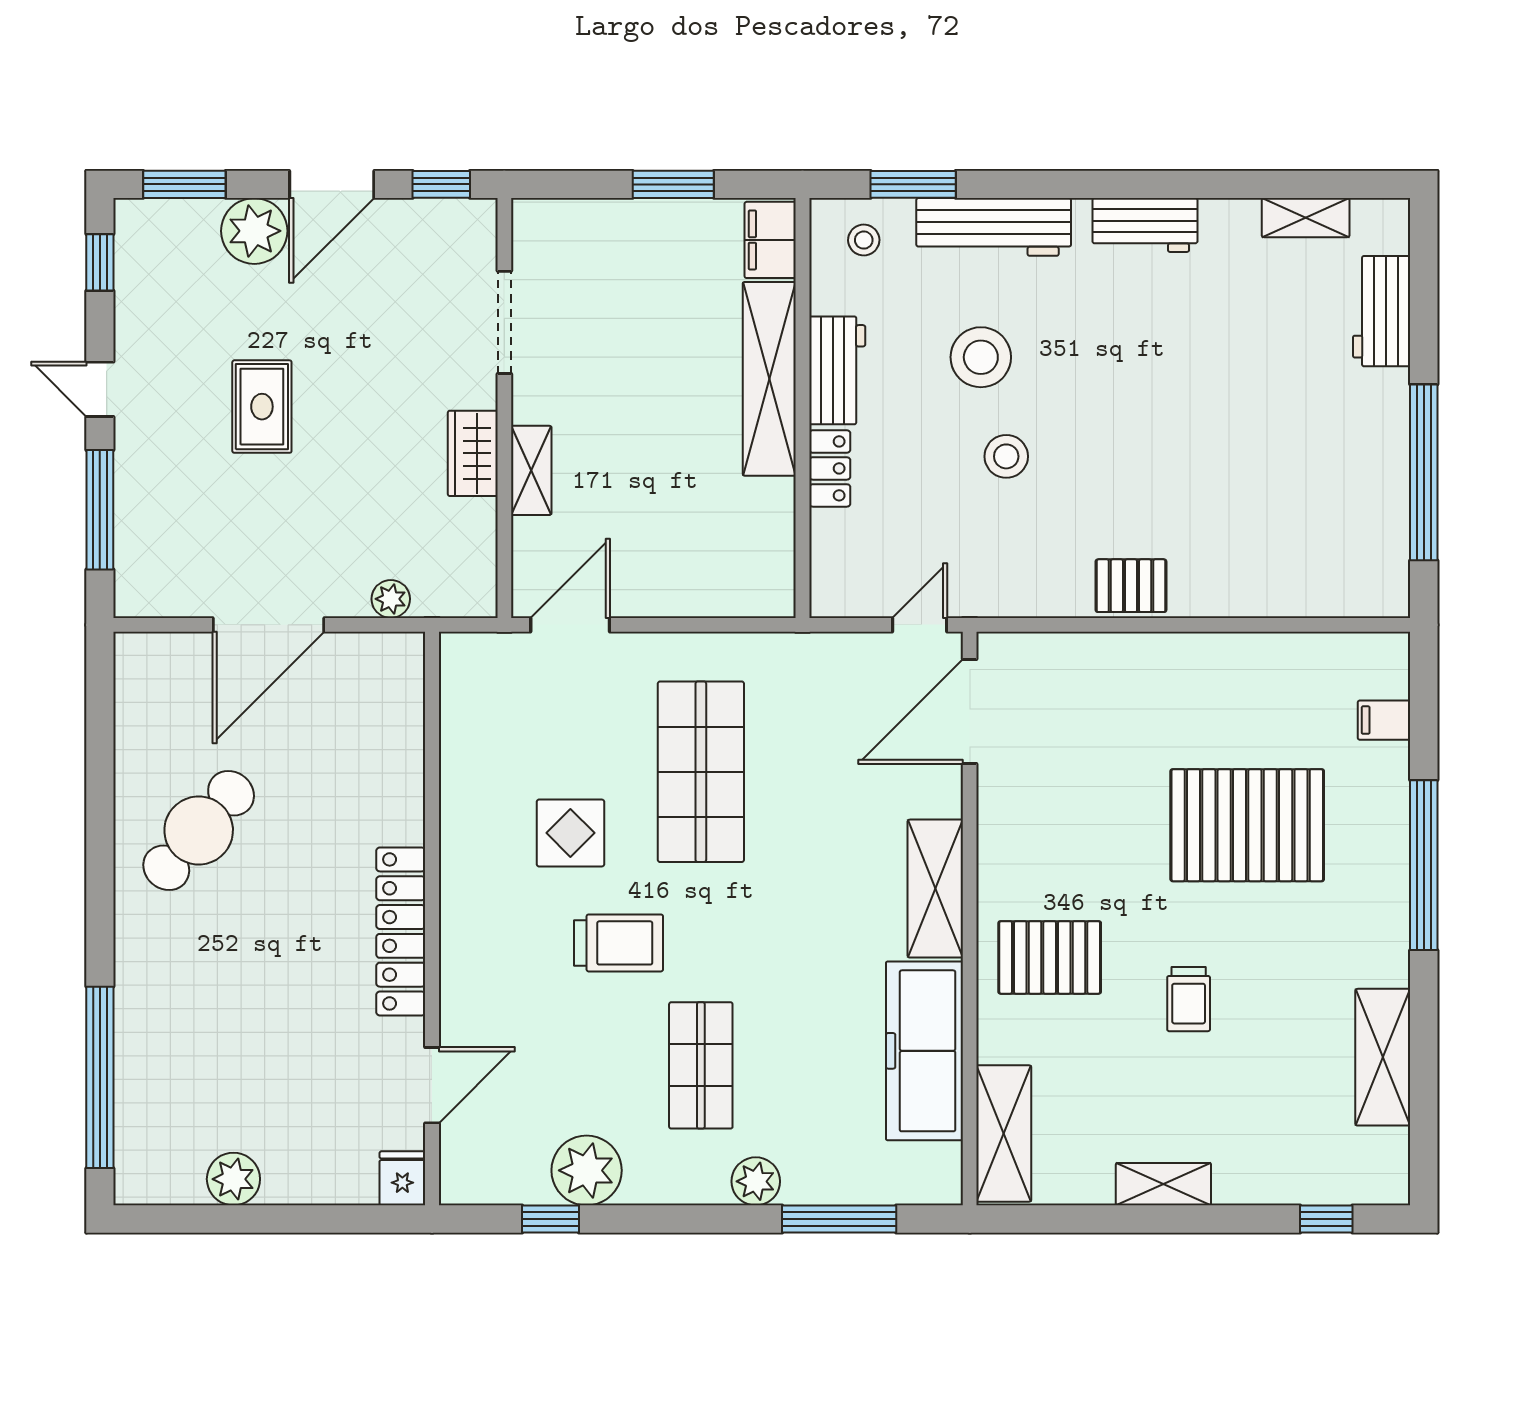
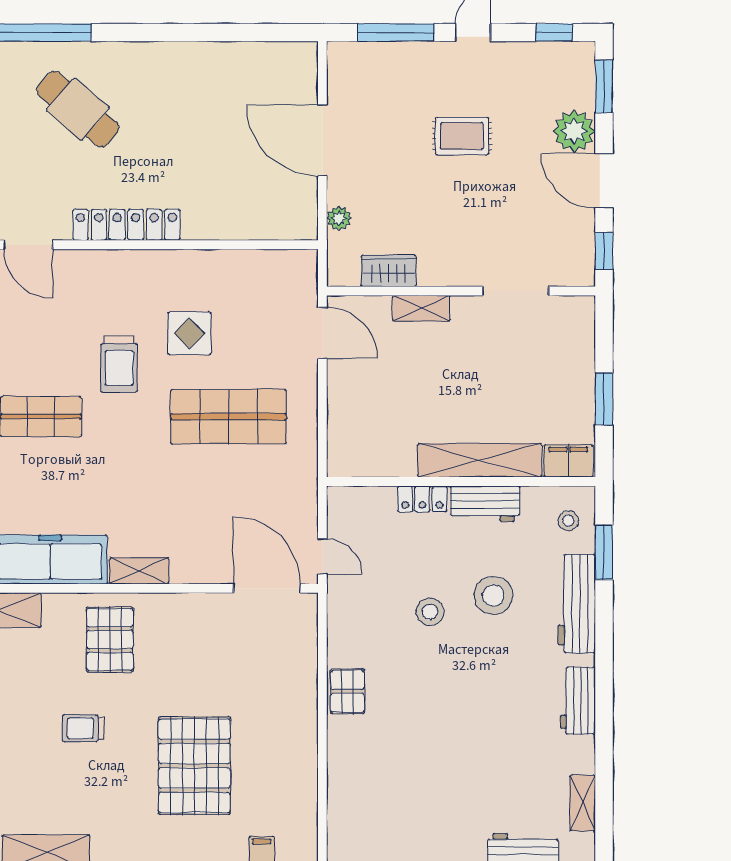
wardrobe: (473, 453) -> (389, 271), moved
cafe table: (199, 830) -> (78, 109), moved
shelving: (935, 889) -> (139, 571), width x0.67, depth x0.75

